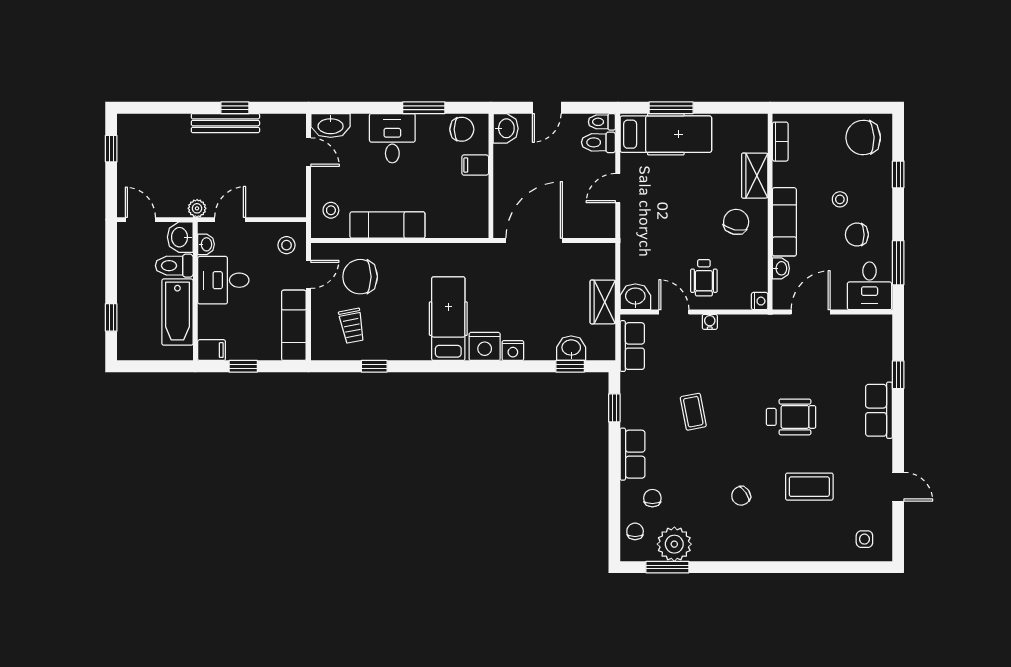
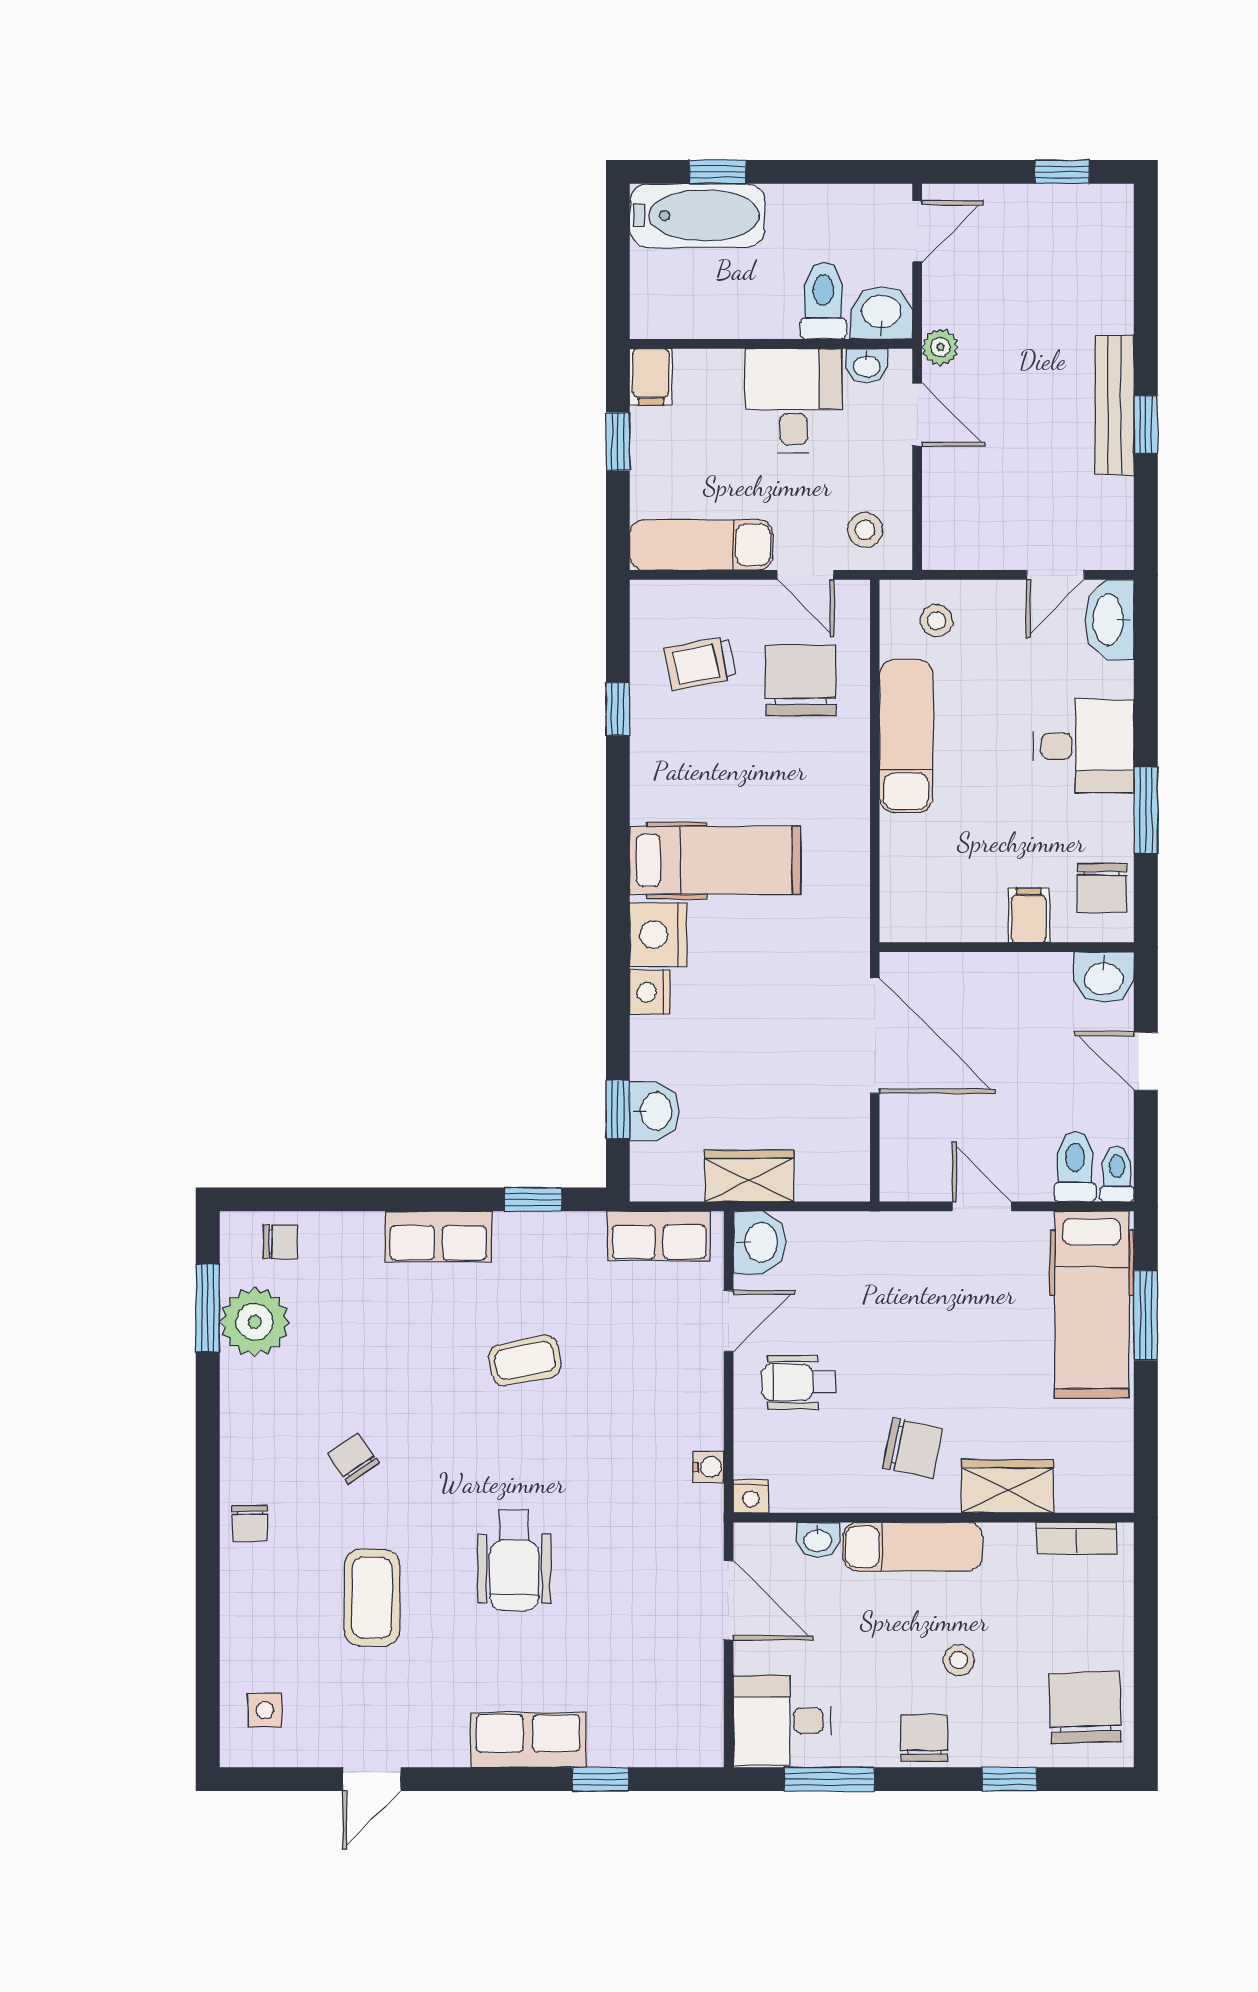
chair: (857, 235) -> (924, 1738), moved
bathtub: (177, 312) -> (697, 215), moved, turned 180
water cooler: (710, 322) -> (709, 1467), moved
chair: (652, 498) -> (250, 1524), moved, turned 90

